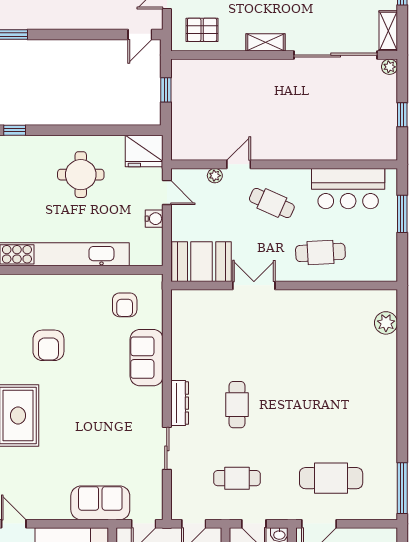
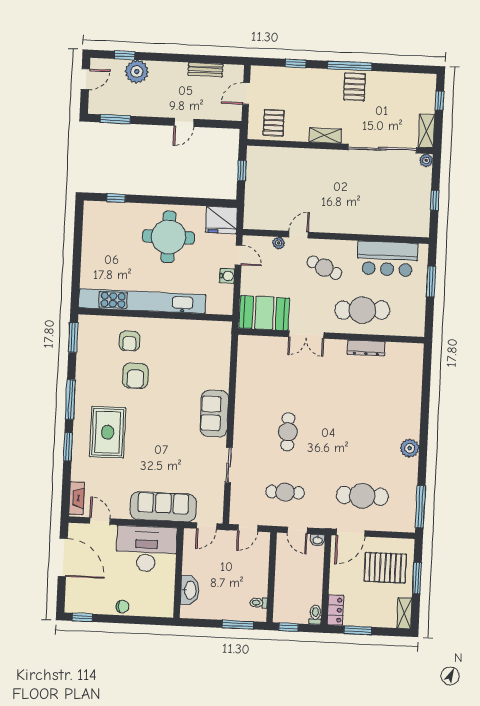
pallet: (202, 30) -> (274, 123), turned 90
door: (140, 35) -> (184, 122), moved
round table: (81, 175) -> (169, 237), width x1.36, depth x1.36
cafe table: (320, 252) -> (362, 310), width x1.37, depth x1.35
double door: (254, 285) -> (306, 335), swing flipped
armchair: (125, 305) -> (129, 341), moved
plant: (386, 323) -> (410, 448), moved
sofa: (147, 358) -> (214, 414), moved
dresser: (180, 403) -> (366, 348), moved, turned 90
sofa: (100, 503) -> (163, 507), width x1.36

